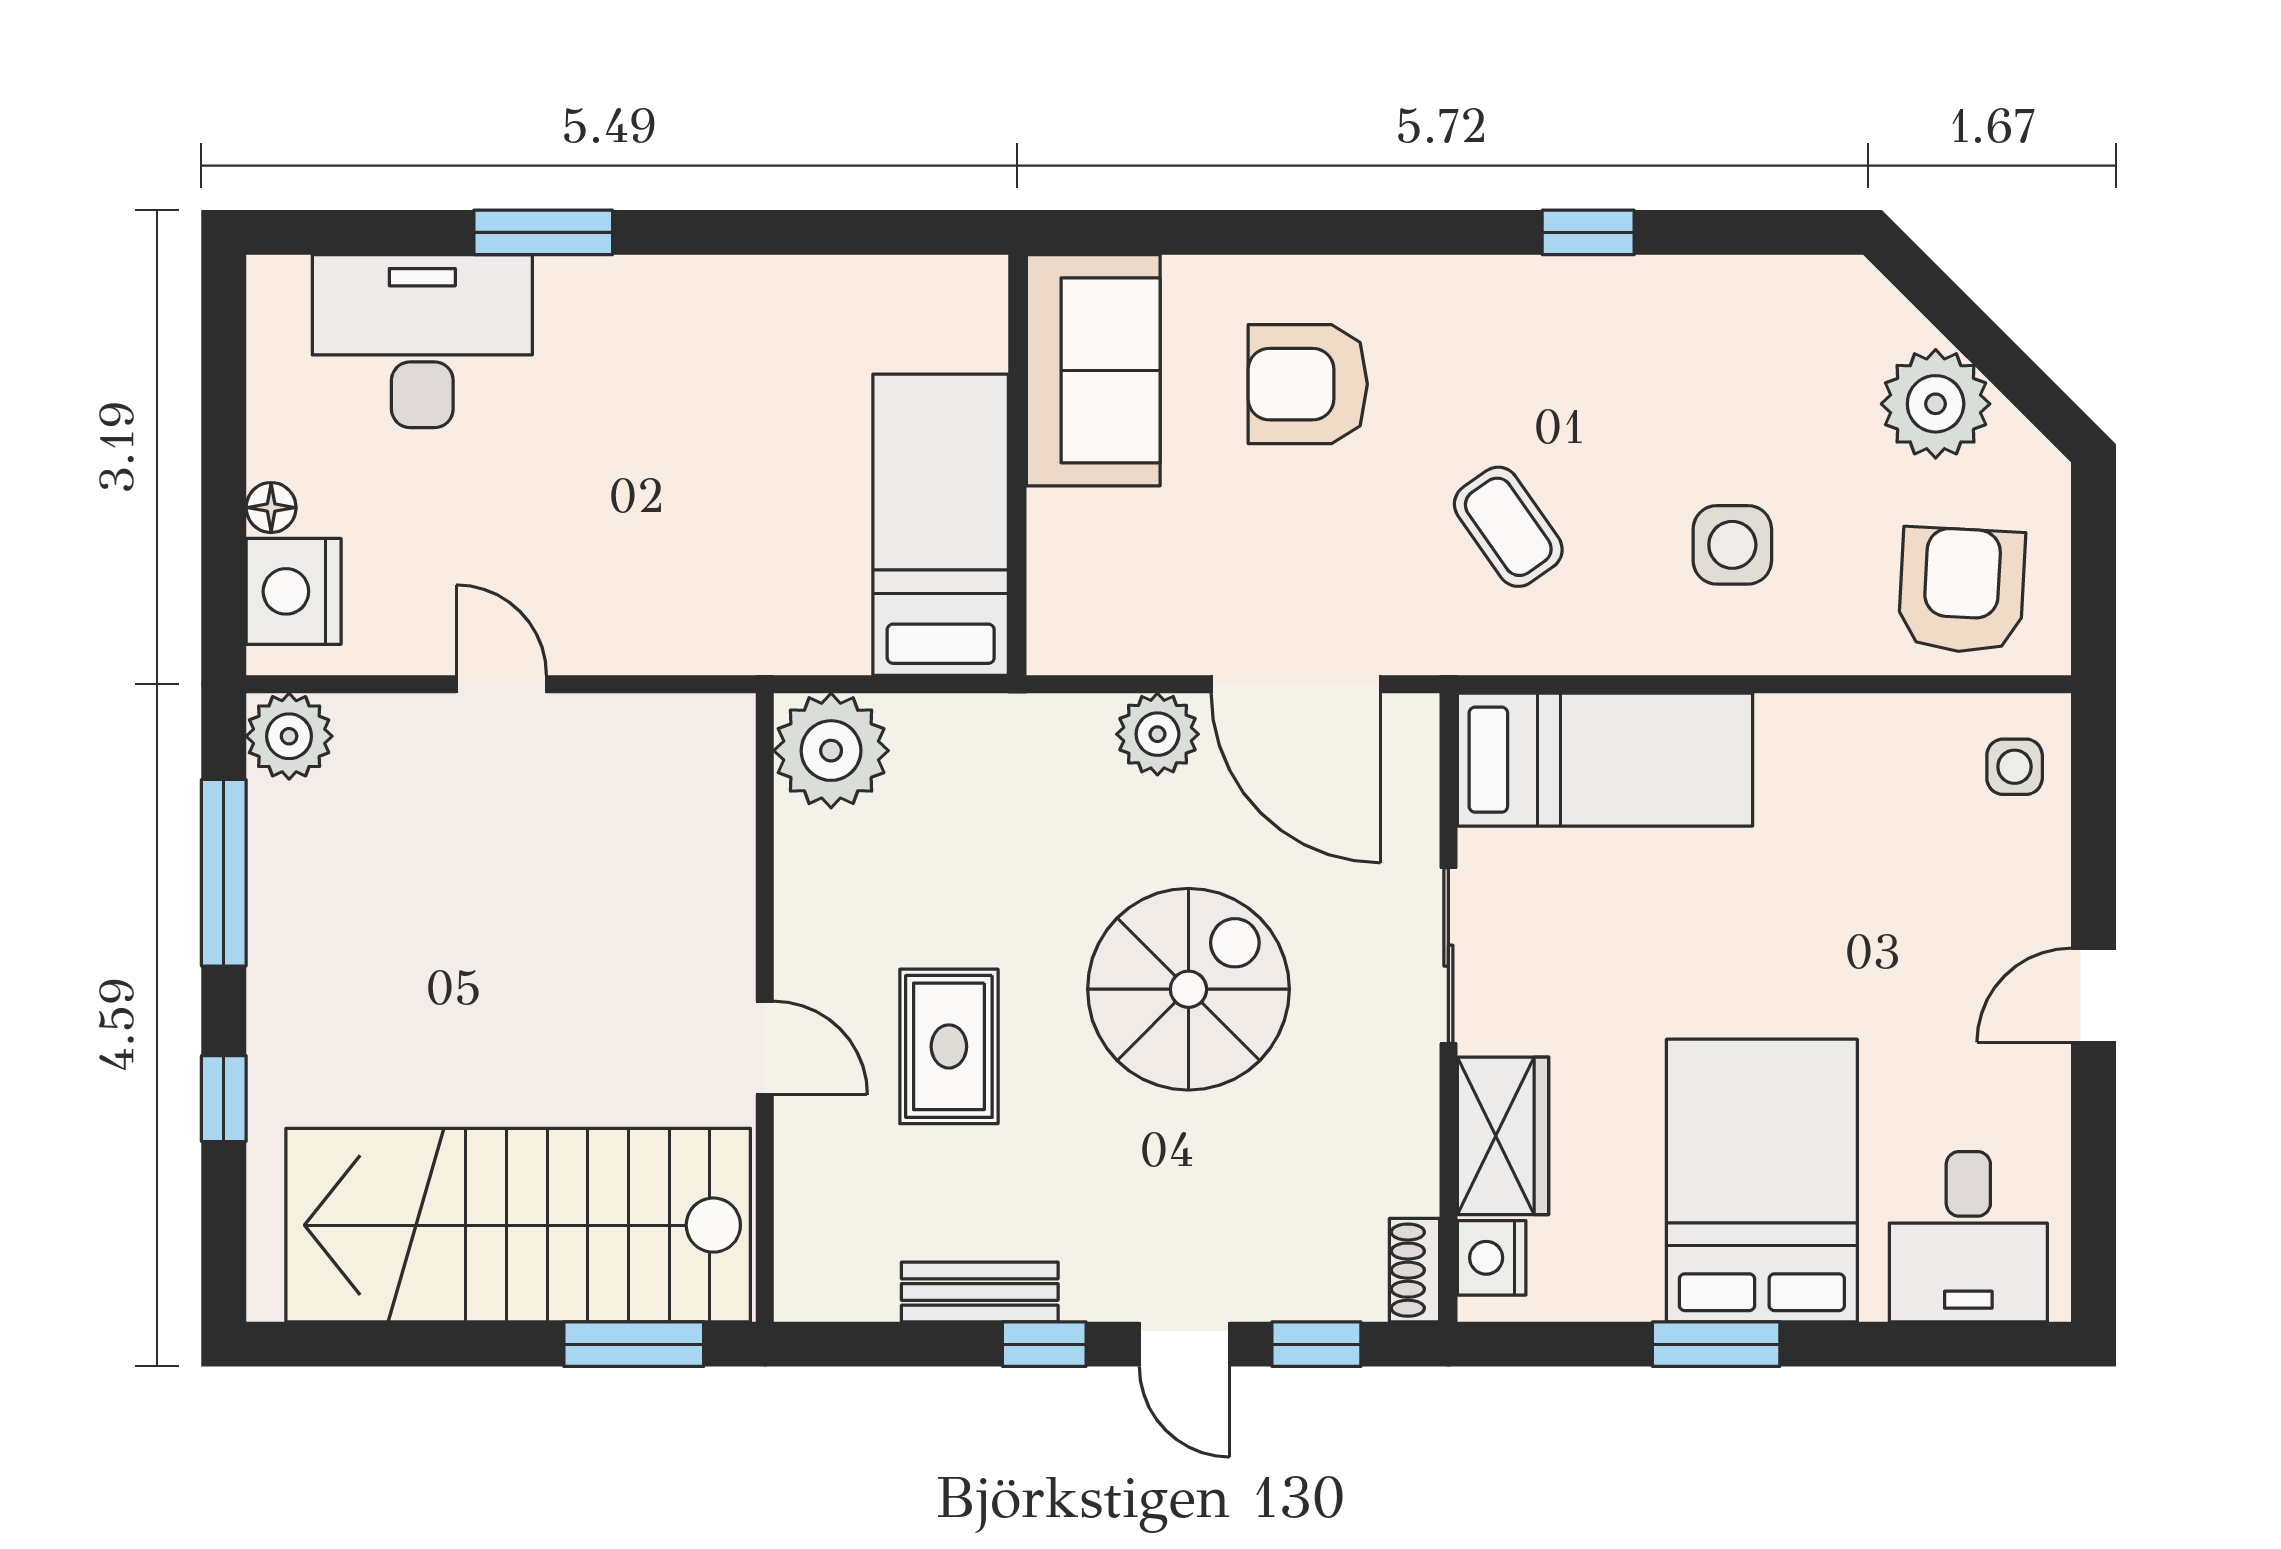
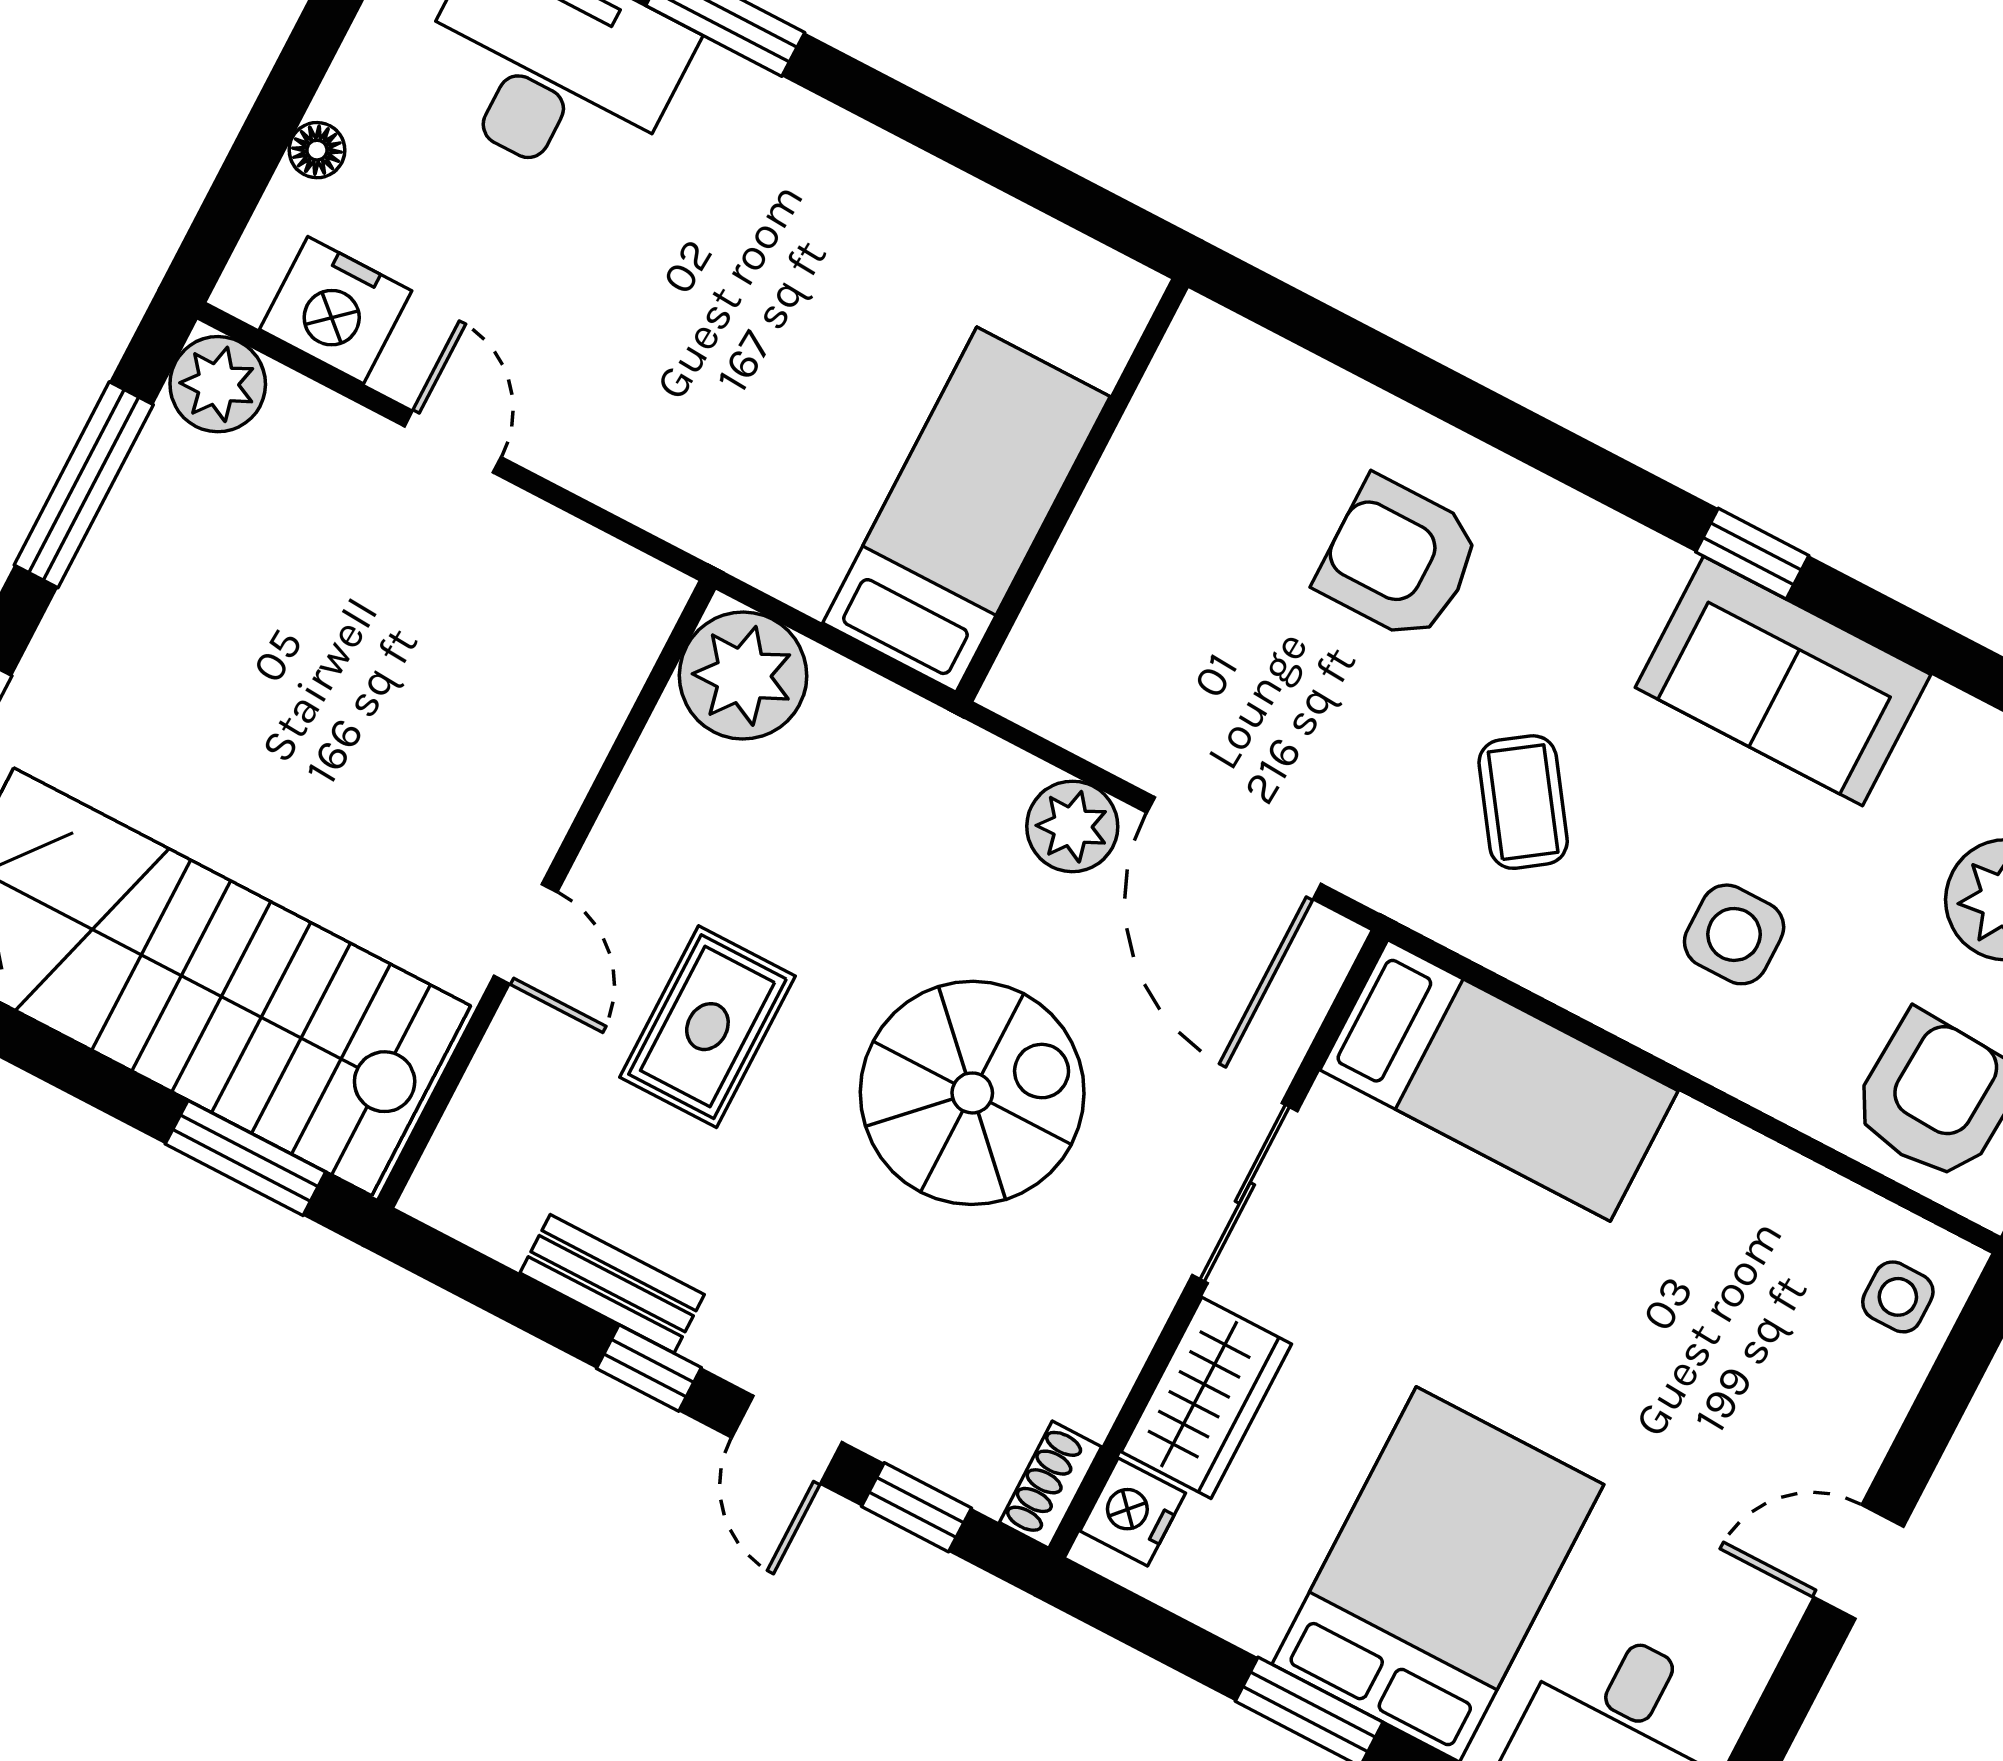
sofa: (1093, 370) -> (1783, 681), moved, turned 90
nightstand: (294, 591) -> (336, 310), moved, turned -90

